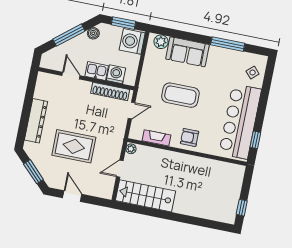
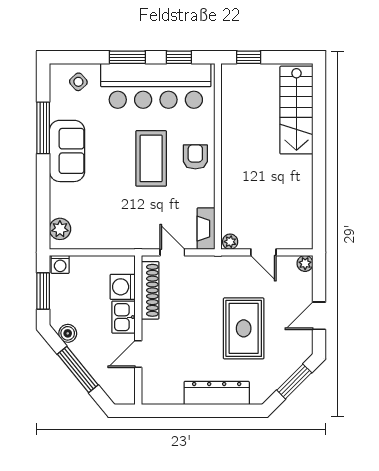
washing machine: (132, 41) -> (60, 264), width x0.53, depth x0.53
sofa: (188, 52) -> (67, 151), moved
coffee table: (180, 95) -> (151, 158), moved
window: (262, 107) -> (127, 57), added
armchair: (190, 137) -> (195, 157), turned 180
fireplace: (156, 138) -> (206, 229), moved
plant: (107, 194) -> (305, 263), added
stairs: (145, 196) -> (296, 110), moved
window: (242, 208) -> (249, 57), moved

